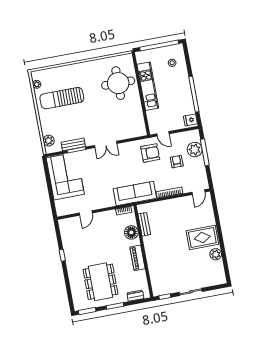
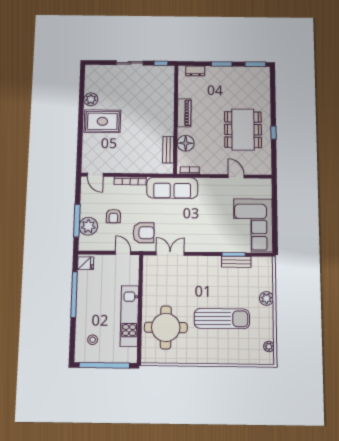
sun lounger: (62, 98) -> (222, 319), moved
plant: (49, 141) -> (266, 298), moved
double door: (106, 144) -> (170, 254), moved
armchair: (150, 153) -> (144, 233), turned 180
door: (198, 192) -> (95, 175), swing flipped
door: (86, 213) -> (236, 176), hinge flipped
dining table: (100, 282) -> (243, 130), moved

